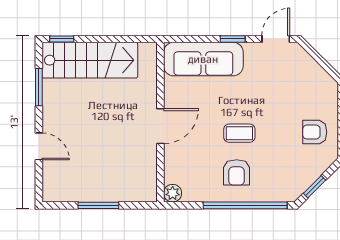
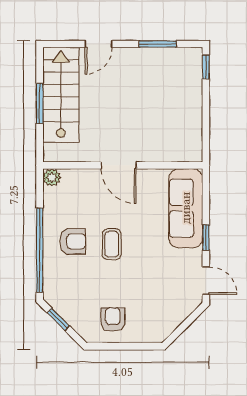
stairs: (90, 60) -> (61, 95), moved, turned 180
armchair: (237, 172) -> (73, 241), turned 180

